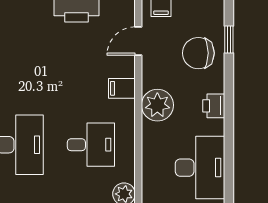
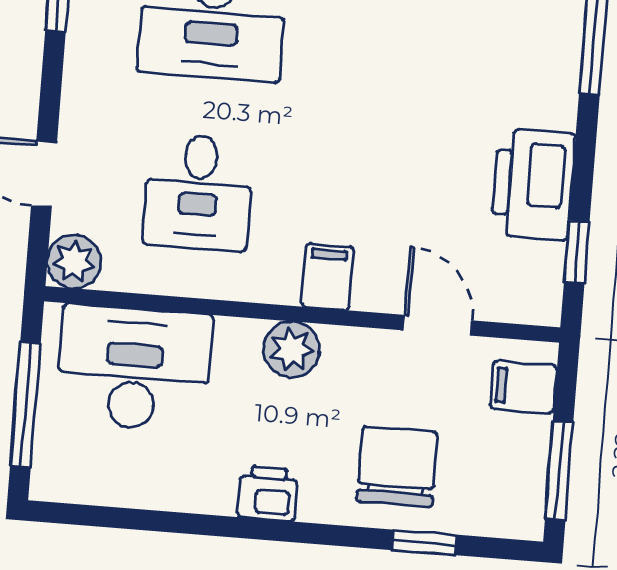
plant: (157, 105) -> (292, 349), width x0.73, depth x0.73
desk: (200, 168) -> (134, 368), moved, turned 180

